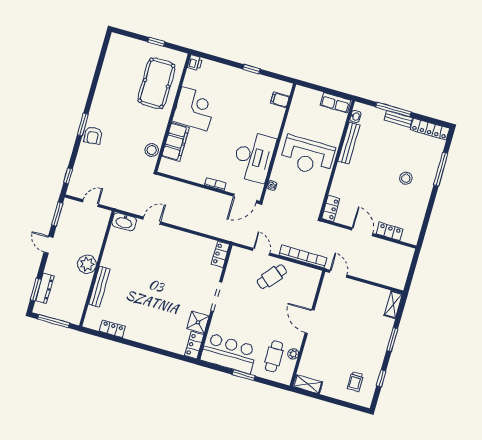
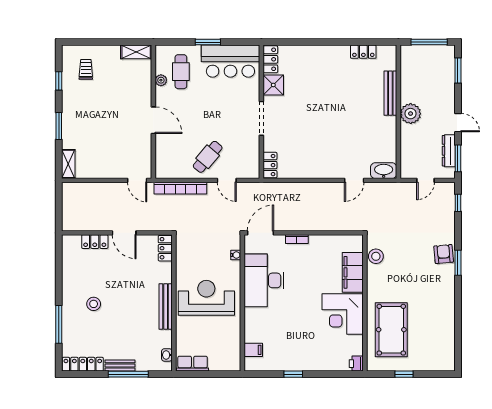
bench: (349, 143) -> (166, 306), moved
dresser: (45, 288) -> (449, 151), moved

